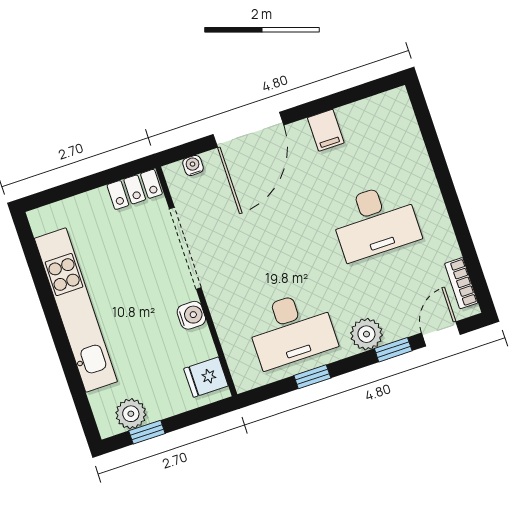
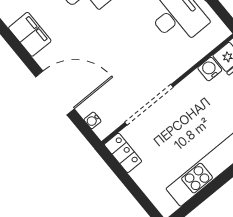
filing cabinet: (326, 130) -> (30, 34), width x2.00
water cooler: (191, 315) -> (210, 69), moved

